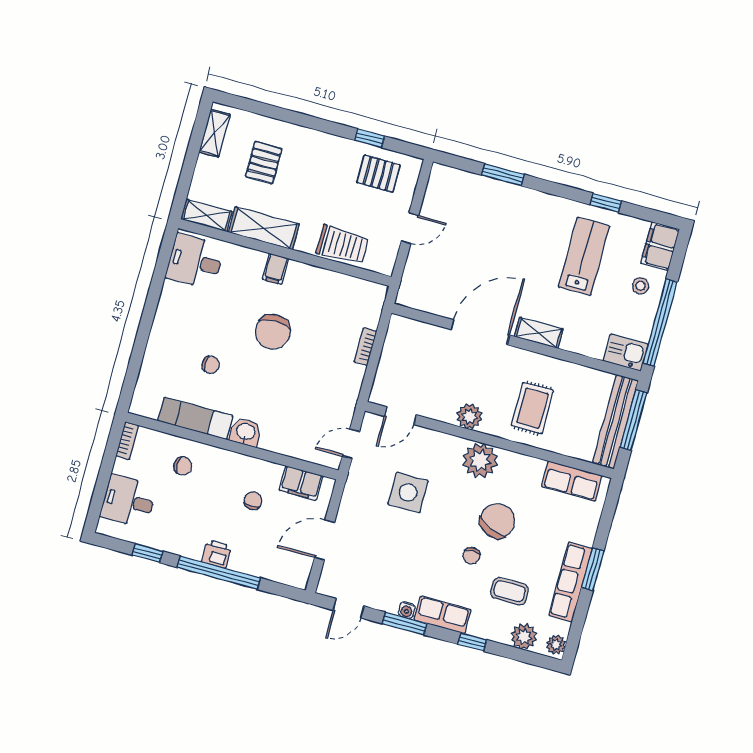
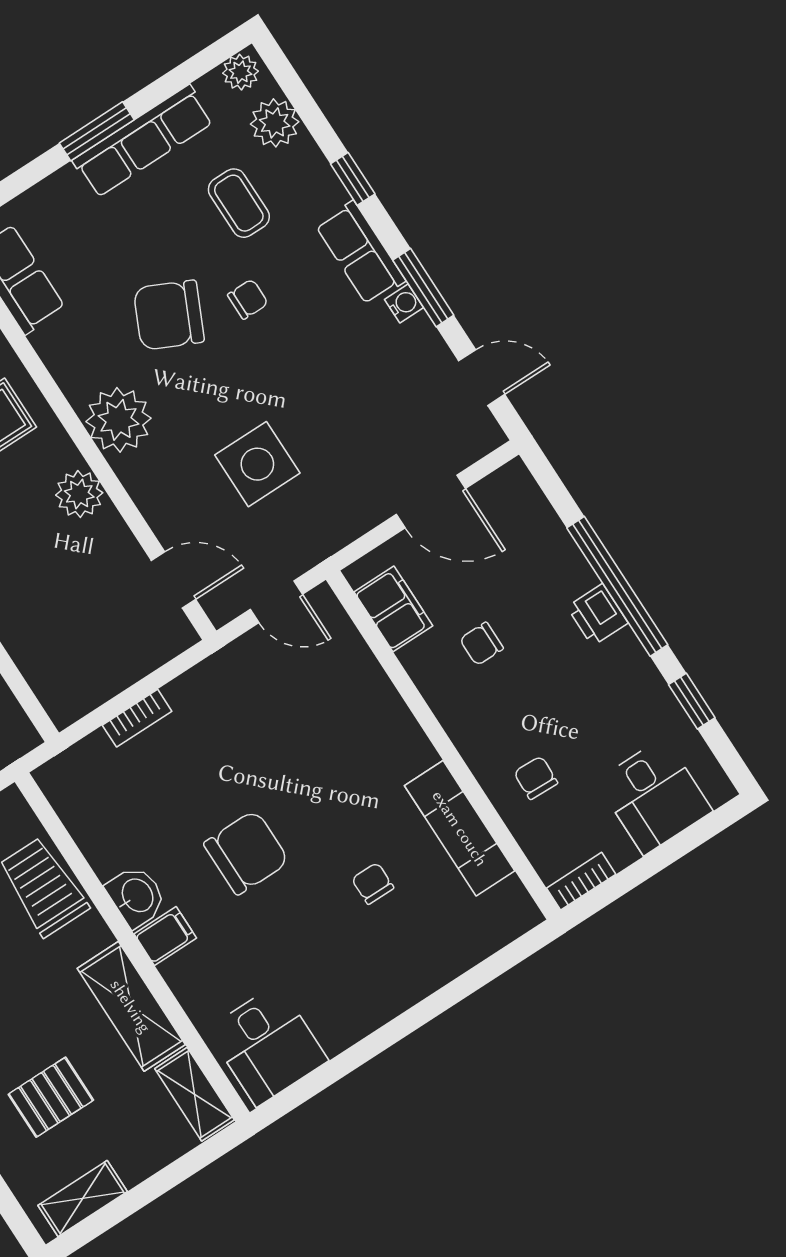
washbasin: (246, 432) -> (136, 896), moved, turned 180

